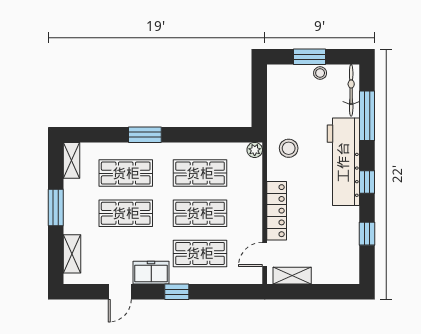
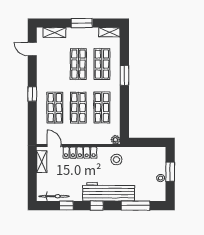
bicycle: (351, 90) -> (54, 196), moved
freezer: (151, 273) -> (44, 79), removed
door: (120, 292) -> (32, 49), moved

